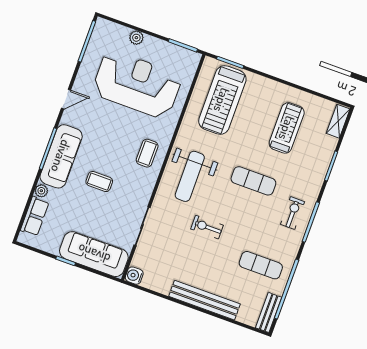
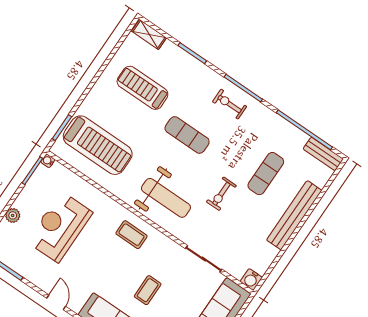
water cooler: (196, 57) -> (48, 161), added
reception desk: (137, 84) -> (60, 227), width x0.74, depth x0.77
exercise mat: (253, 181) -> (187, 135), turned 90
exercise mat: (261, 265) -> (266, 174), moved

